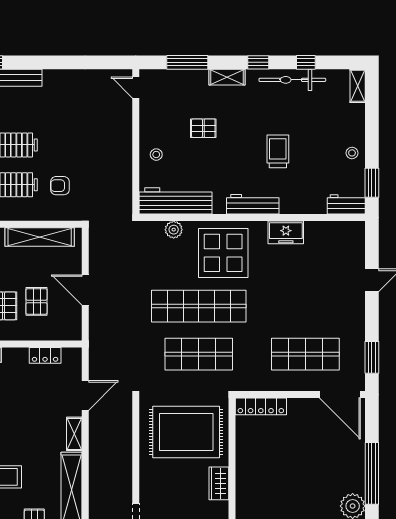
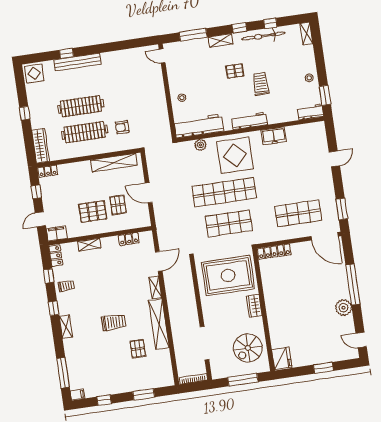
pallet: (203, 128) -> (235, 71), moved

